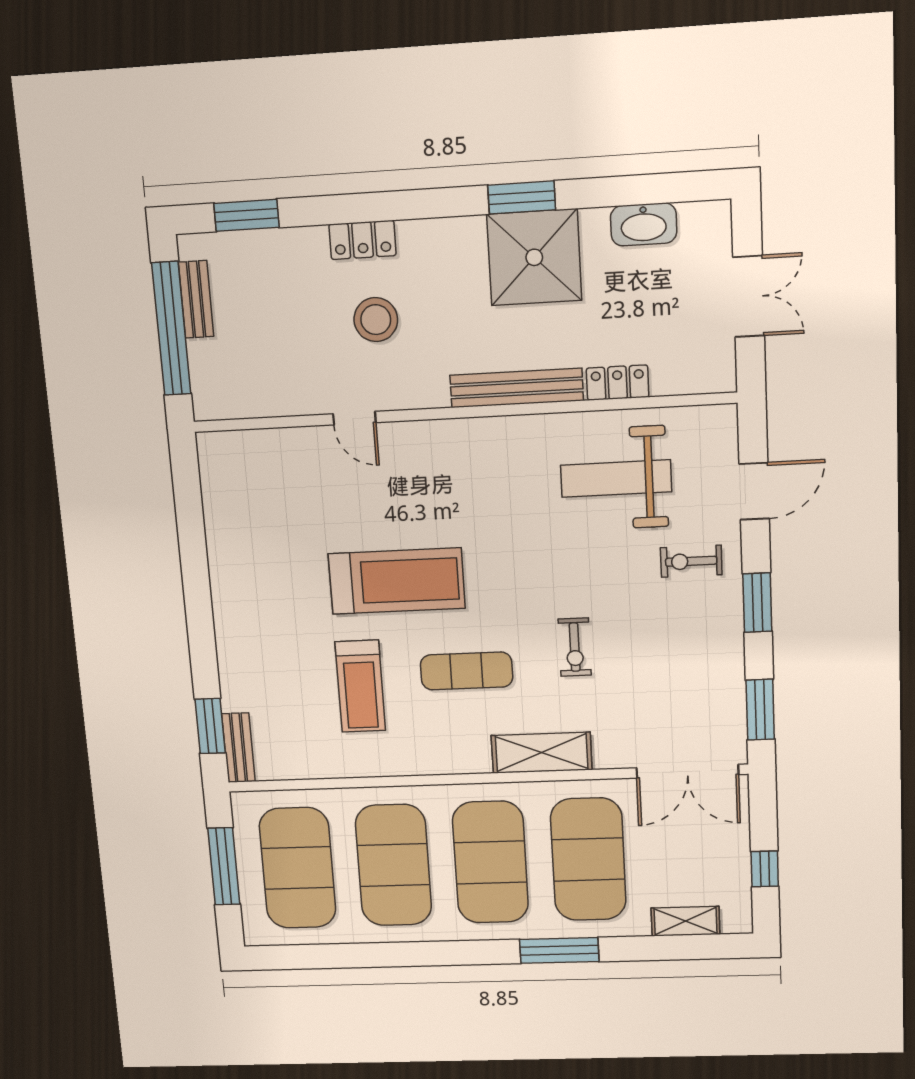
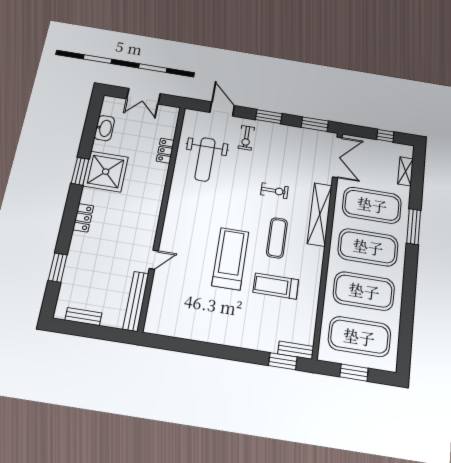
window: (246, 215) -> (58, 268), moved
locker: (362, 240) -> (83, 218), moved
double door: (749, 296) -> (143, 96), swing flipped
stool: (376, 320) -> (114, 241), removed
window: (171, 329) -> (93, 331), removed
bench: (517, 388) -> (136, 301), moved
treadmill: (360, 686) -> (276, 286), turned 180
shelving: (542, 753) -> (320, 214), width x1.47
window: (224, 866) -> (354, 373), width x0.69

